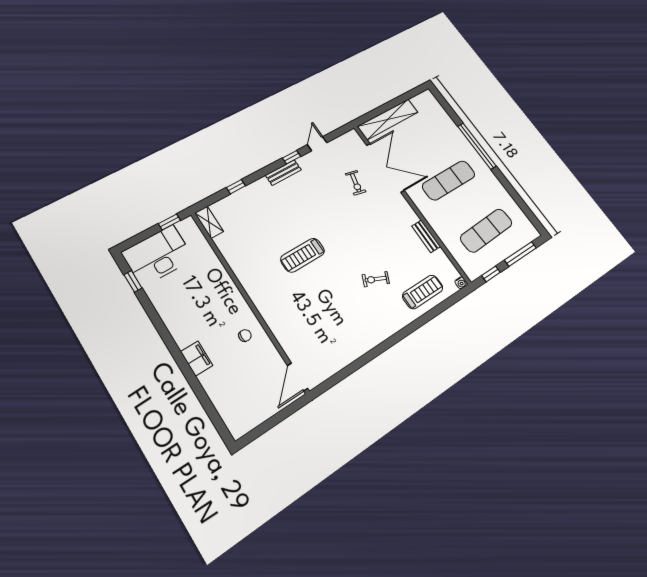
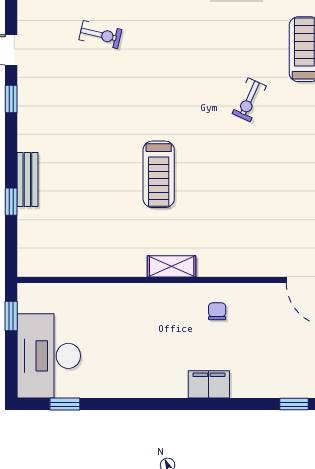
bench: (283, 173) -> (27, 180), moved
shelving: (209, 222) -> (172, 266), moved
window: (216, 419) -> (294, 404), added

